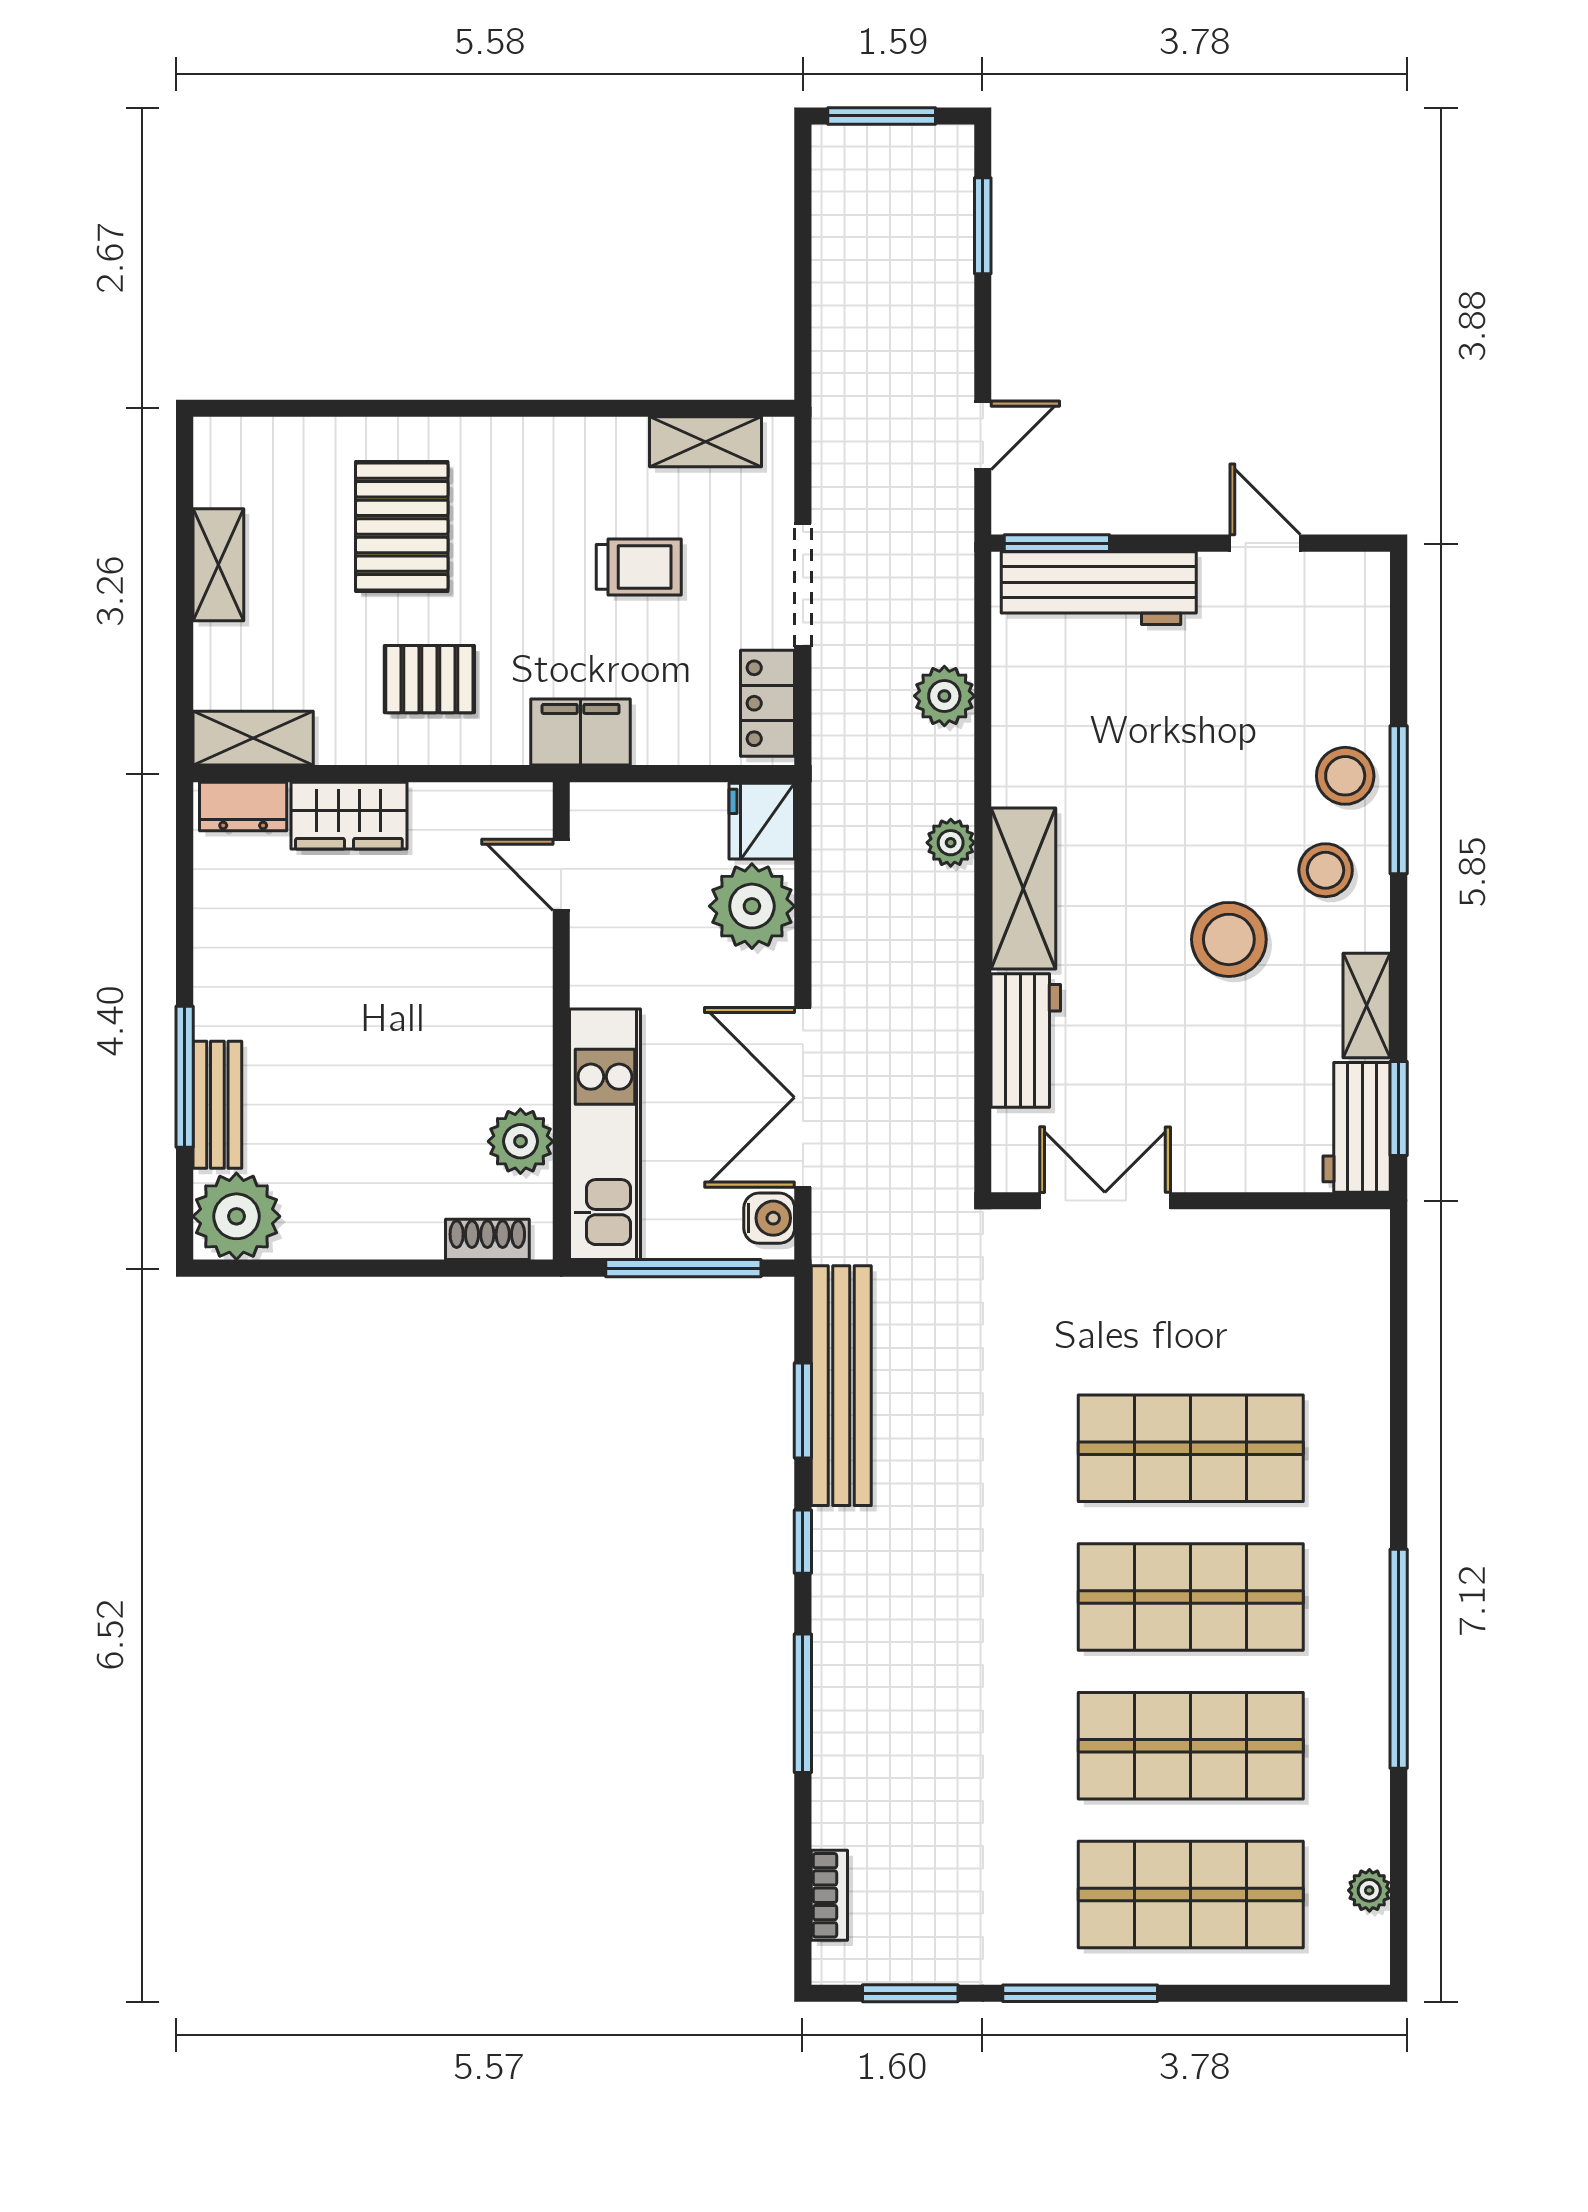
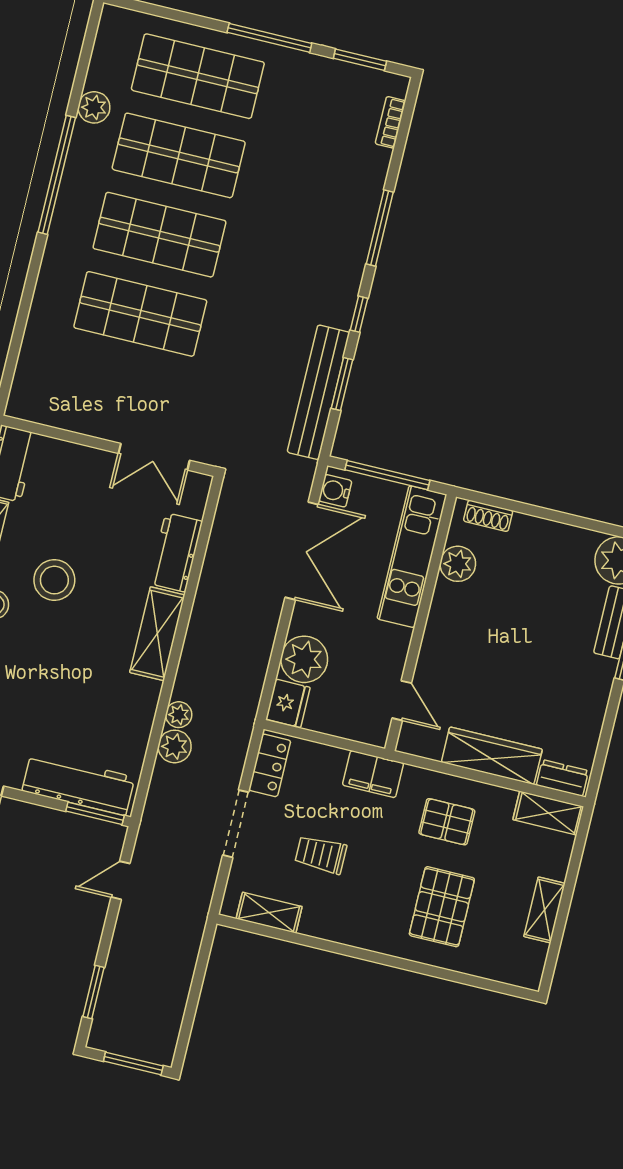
wardrobe: (349, 816) -> (492, 756), width x1.50
plant: (951, 843) -> (179, 715), moved
plant: (1369, 1890) -> (94, 107), moved, width x1.38, depth x1.38

